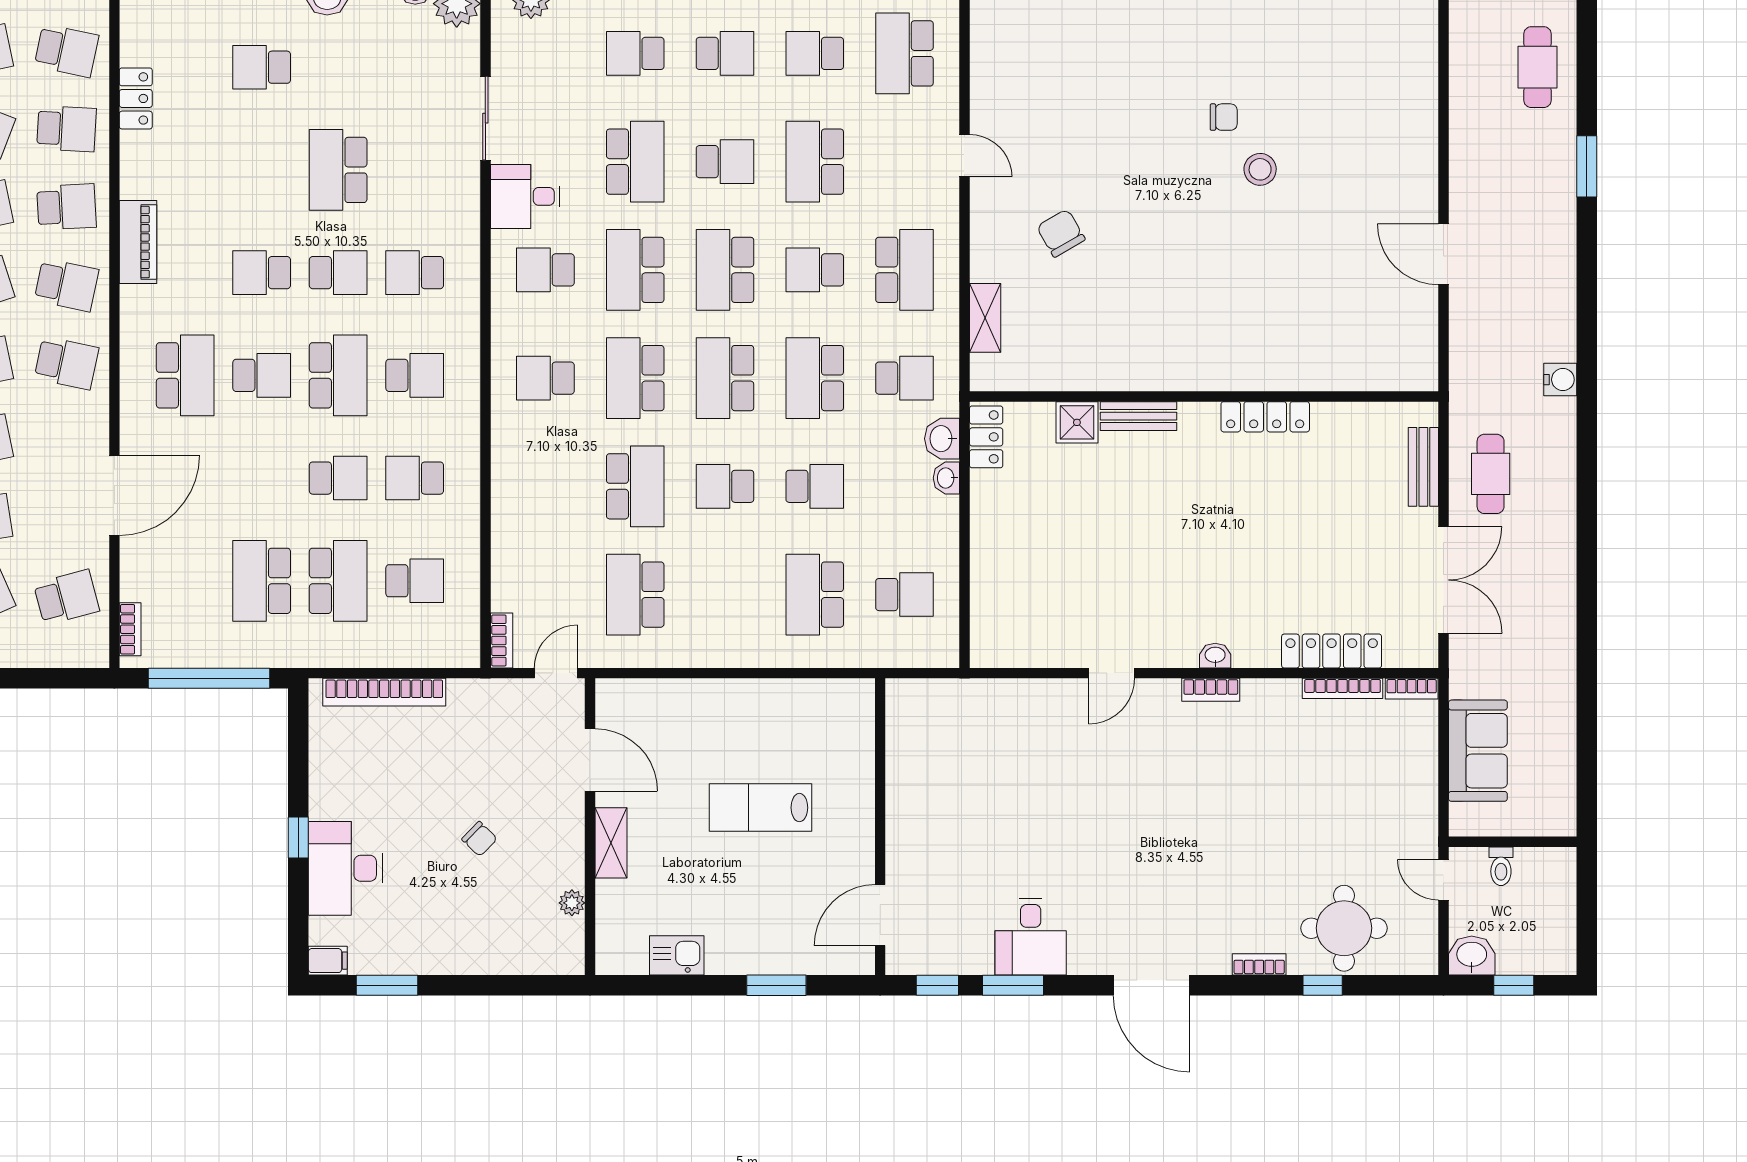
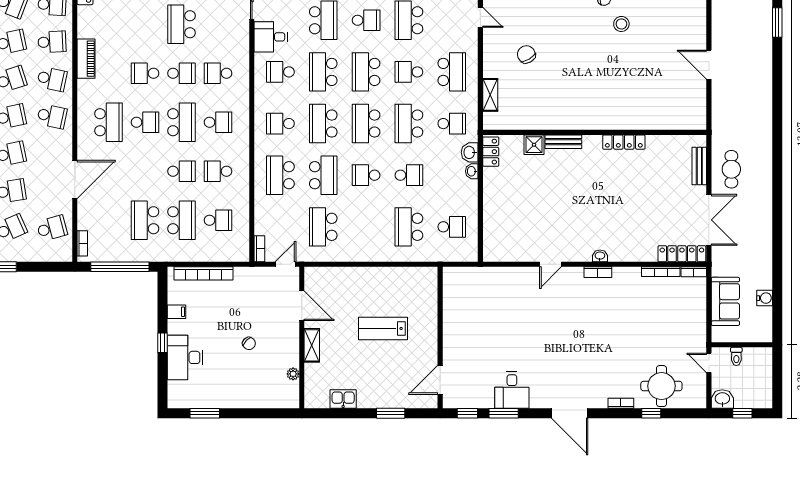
water cooler: (1560, 380) -> (765, 298), moved
school desk: (545, 486) -> (280, 175), added
locker: (1332, 651) -> (682, 254), moved
filing cabinet: (328, 961) -> (177, 312), moved

